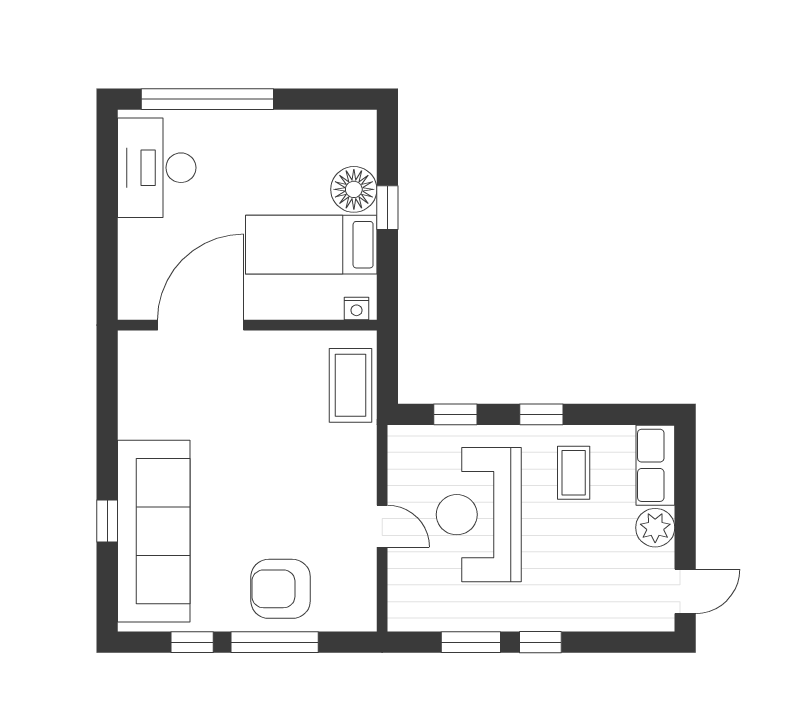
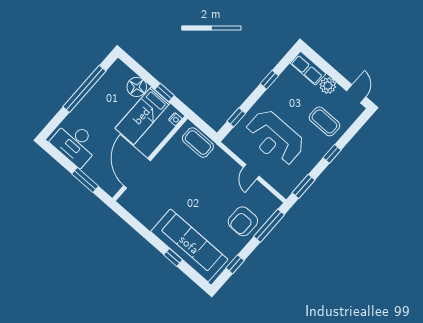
window: (207, 99) -> (84, 89), moved
window: (387, 208) -> (165, 93), moved
window: (107, 243) -> (85, 180), added
window: (541, 414) -> (269, 80), moved
coffee table: (574, 473) -> (324, 121), moved, width x1.36, depth x1.30
door: (382, 526) -> (251, 172), swing flipped
window: (275, 642) -> (269, 226), moved
window: (471, 642) -> (304, 186), moved

